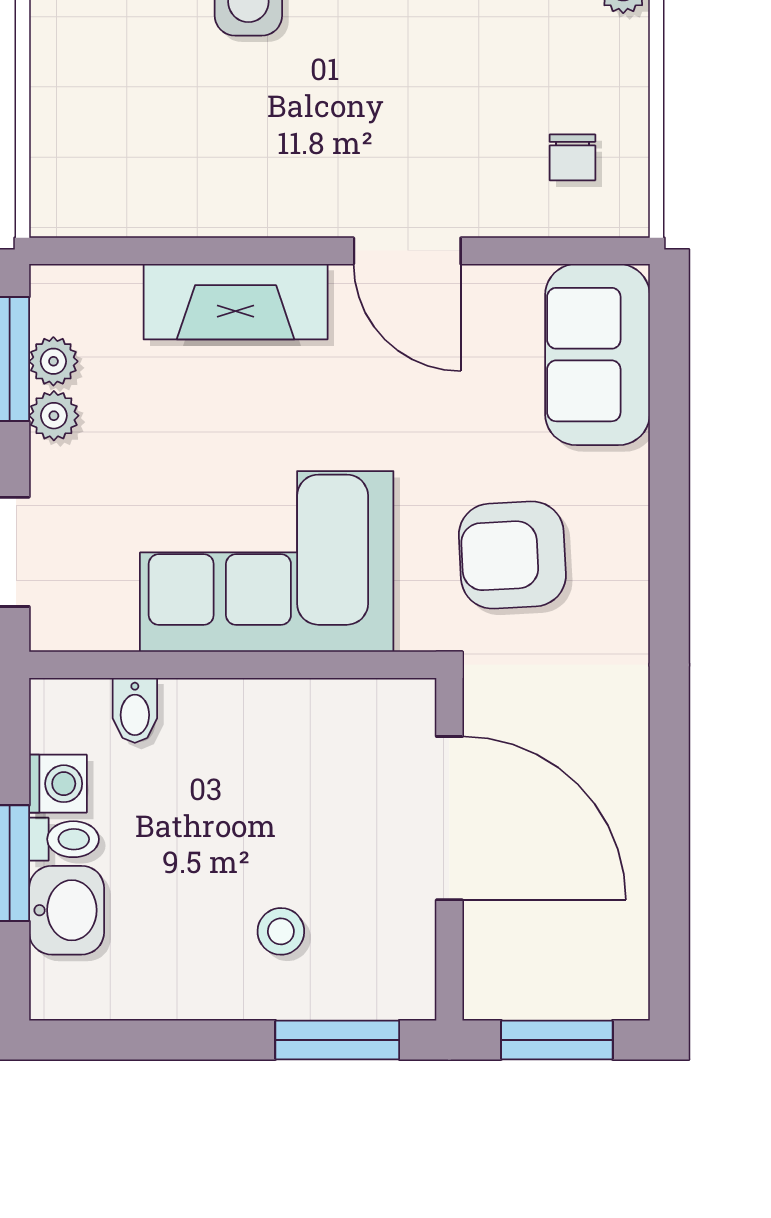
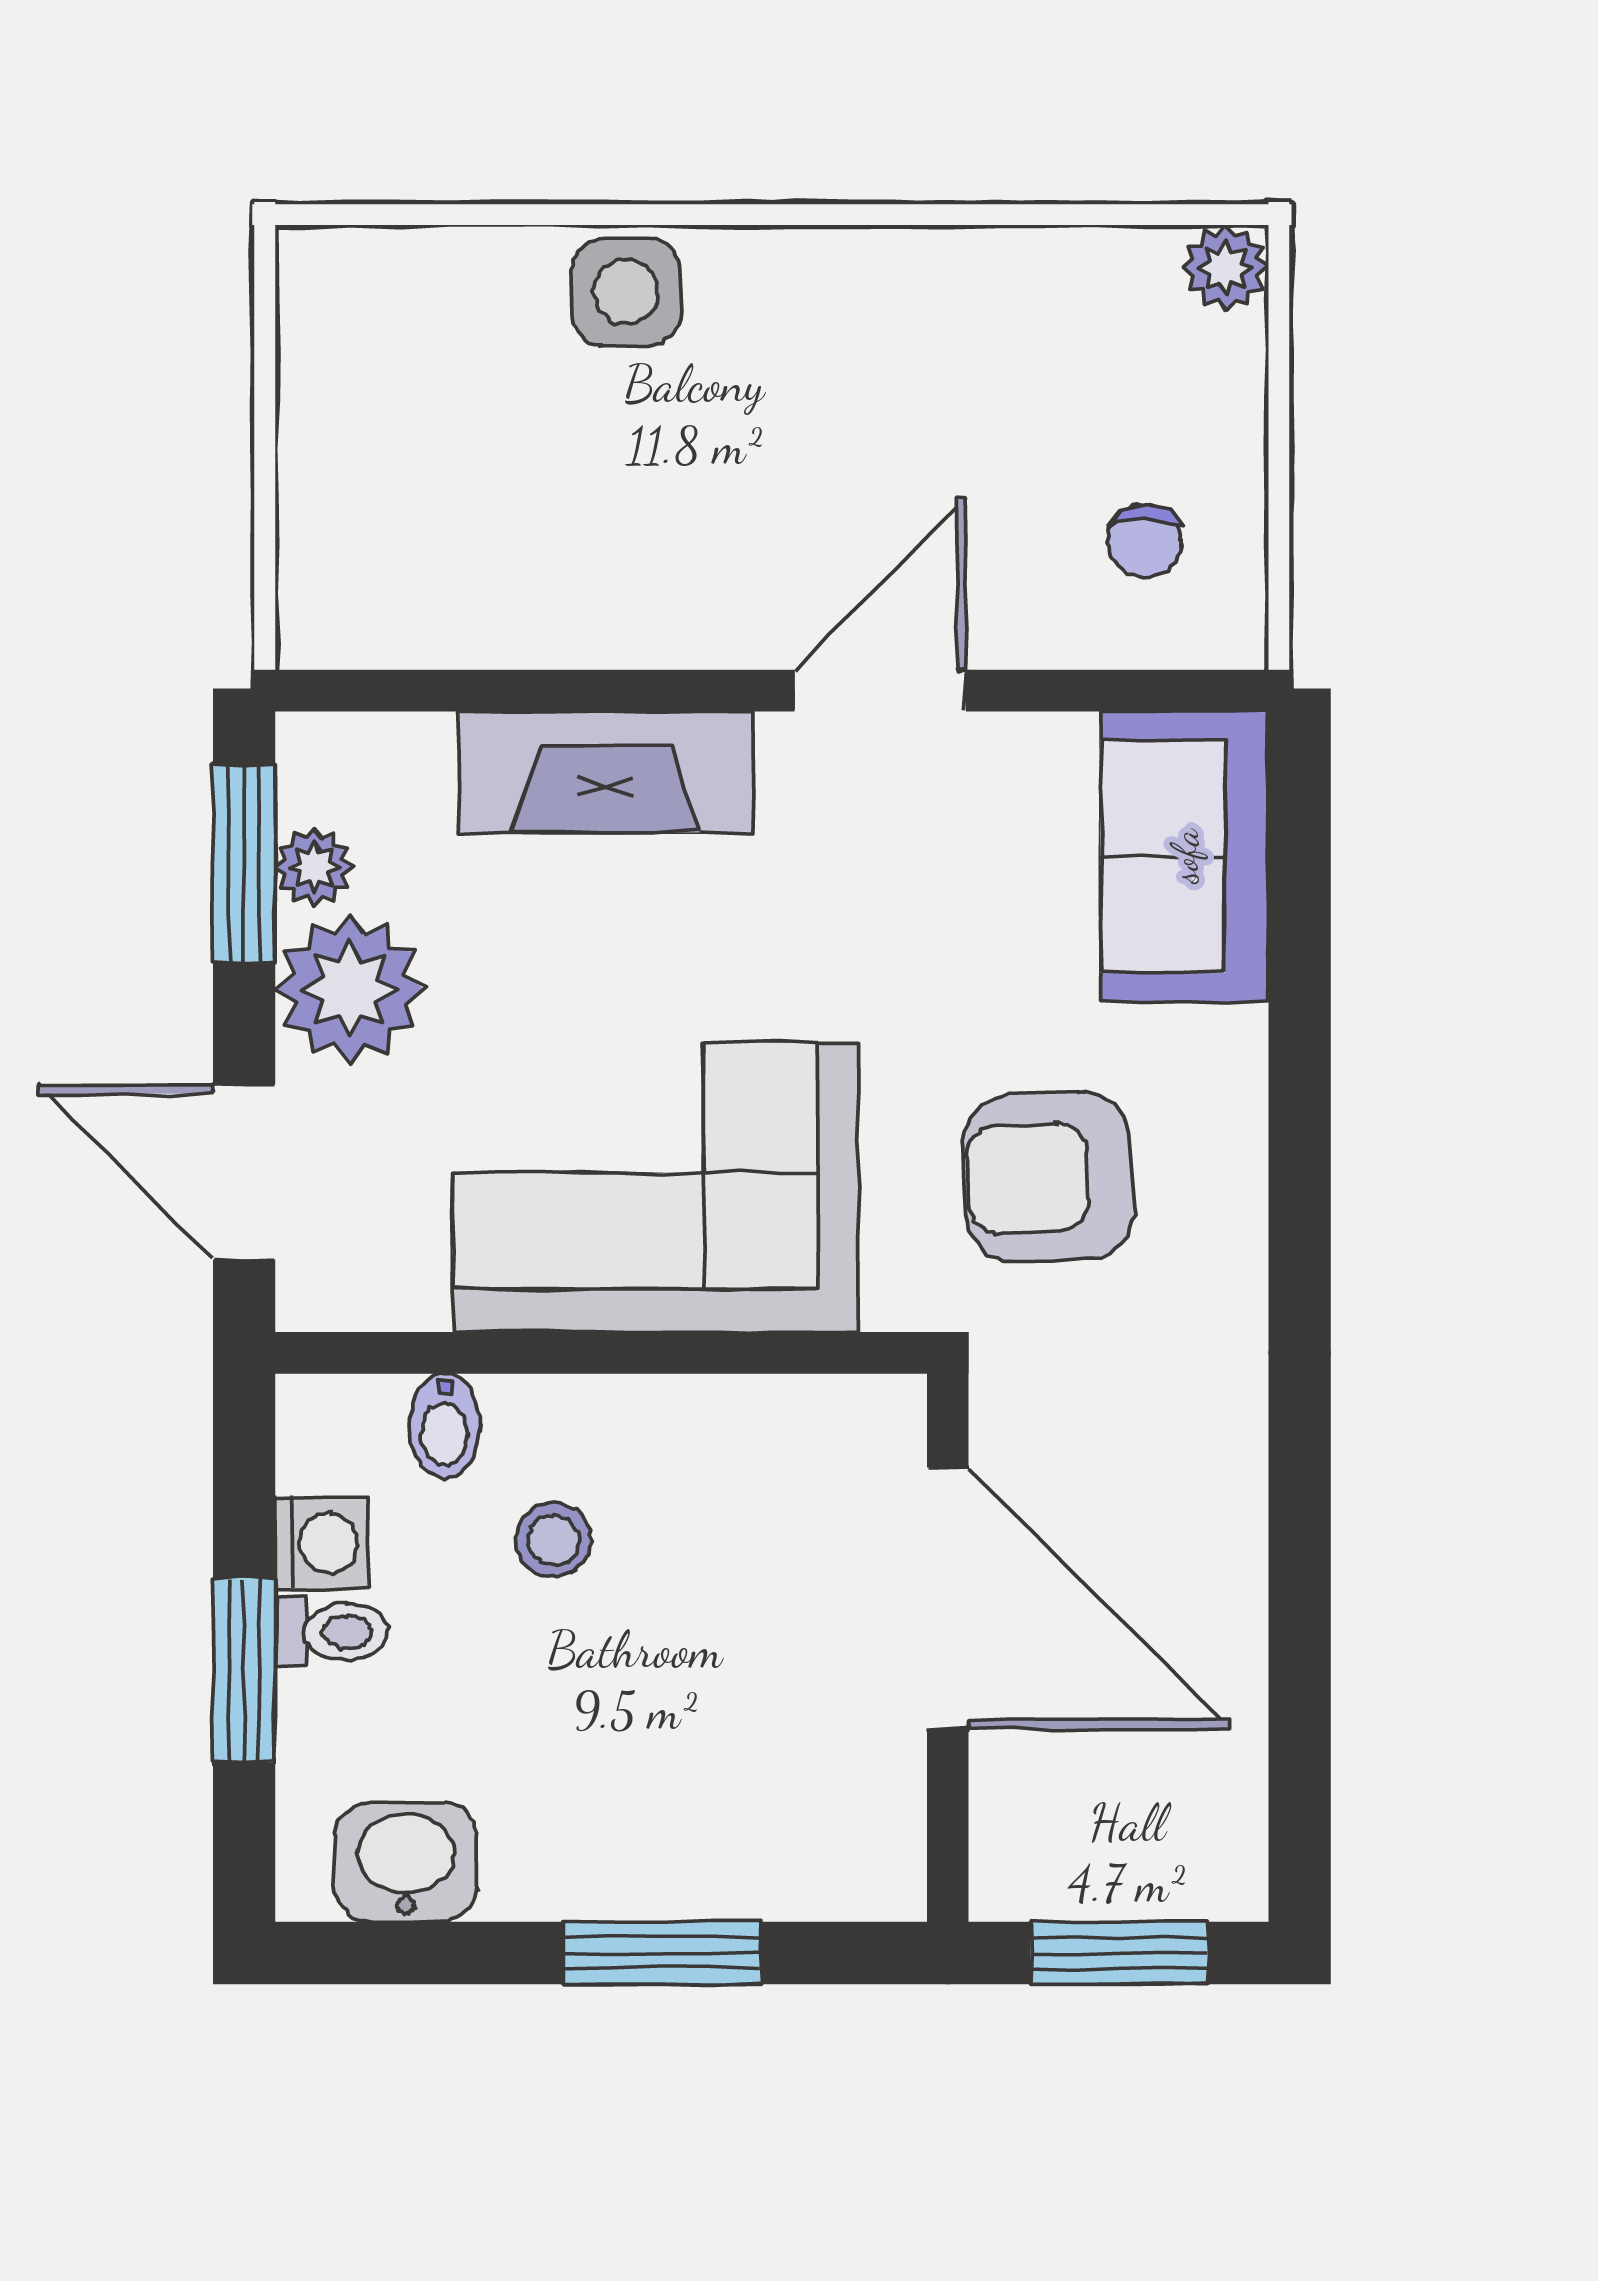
door: (407, 251) -> (880, 691), swing flipped
plant: (54, 416) -> (350, 989), width x1.87, depth x1.87
washbasin: (67, 910) -> (406, 1862), moved, turned -90
stool: (281, 931) -> (554, 1540), moved
window: (337, 1040) -> (662, 1953), moved

